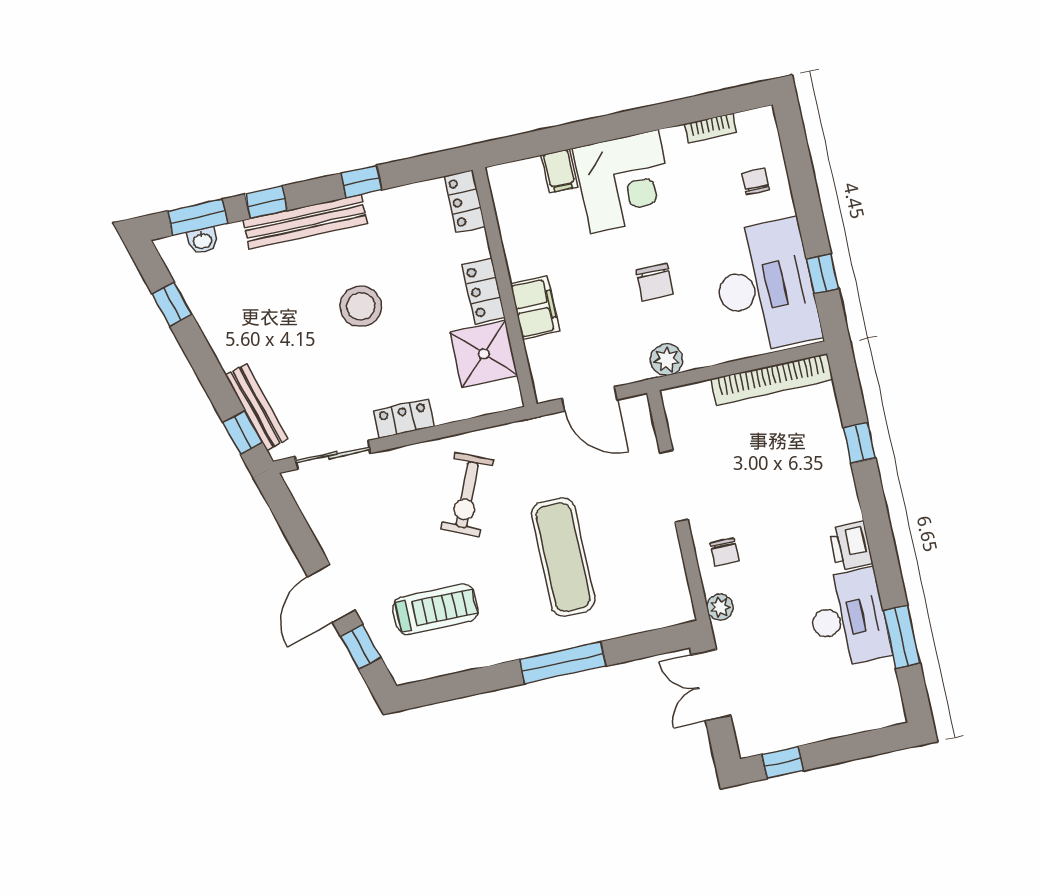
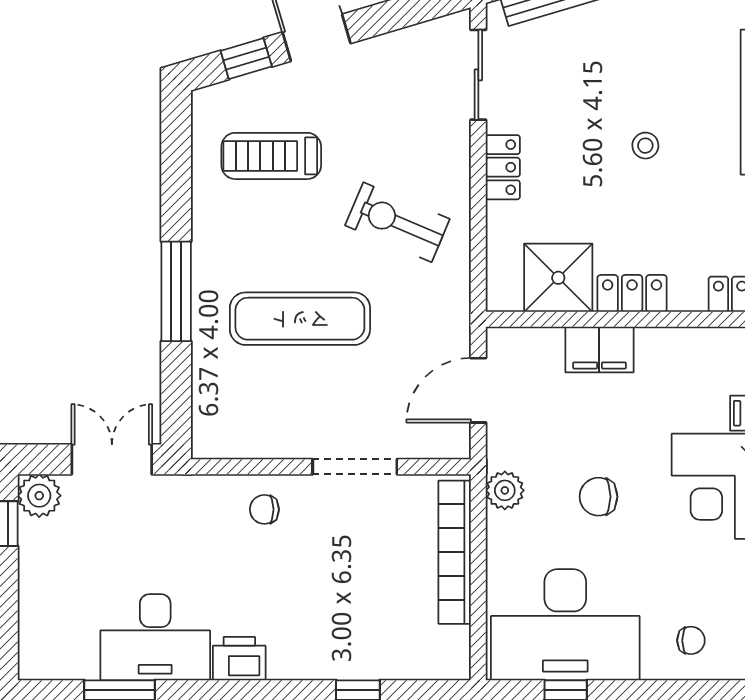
stool: (361, 306) -> (645, 146), width x0.53, depth x0.53
bookcase: (772, 379) -> (455, 552), moved
plant: (720, 607) -> (39, 496), moved, width x1.38, depth x1.38
treadmill: (436, 609) -> (271, 156), turned 90

